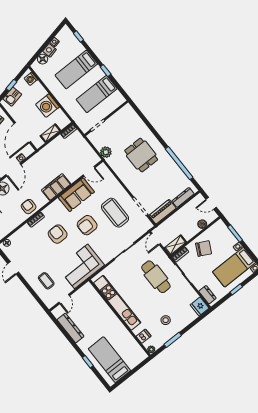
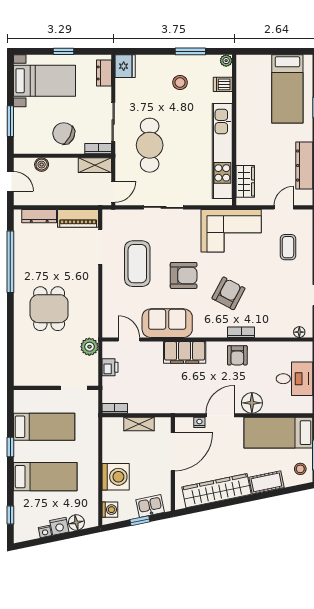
washing machine: (47, 106) -> (116, 477), moved
printer: (87, 150) -> (110, 367), added
armchair: (58, 234) -> (228, 293), turned -152
wardrobe: (94, 297) -> (245, 181), added

